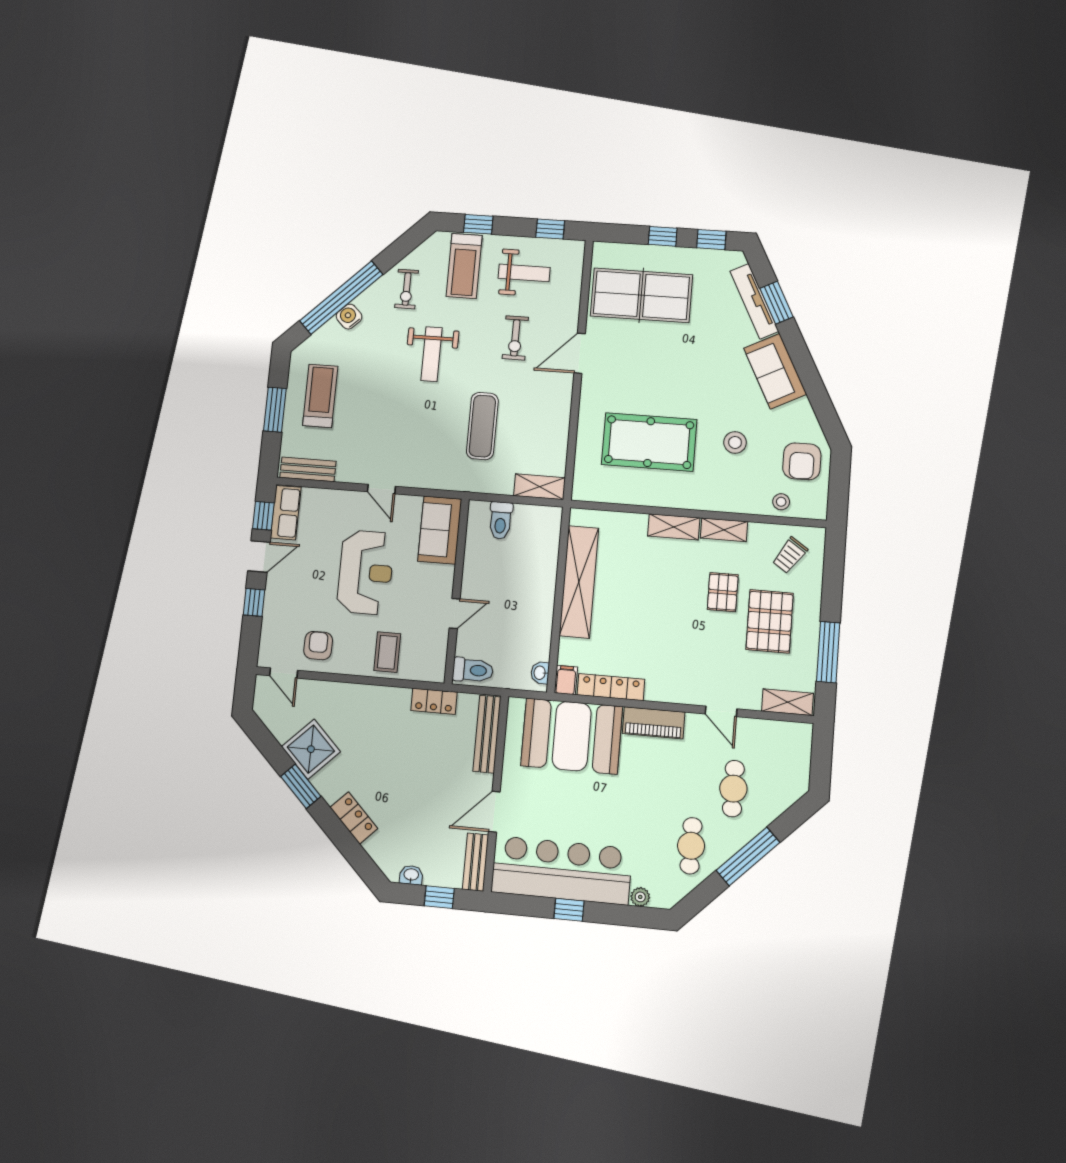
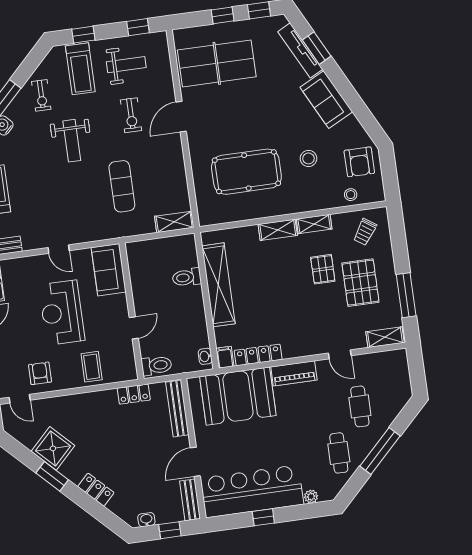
toilet: (501, 521) -> (187, 277), moved, turned 90
reception desk: (366, 572) -> (62, 313), turned 180

